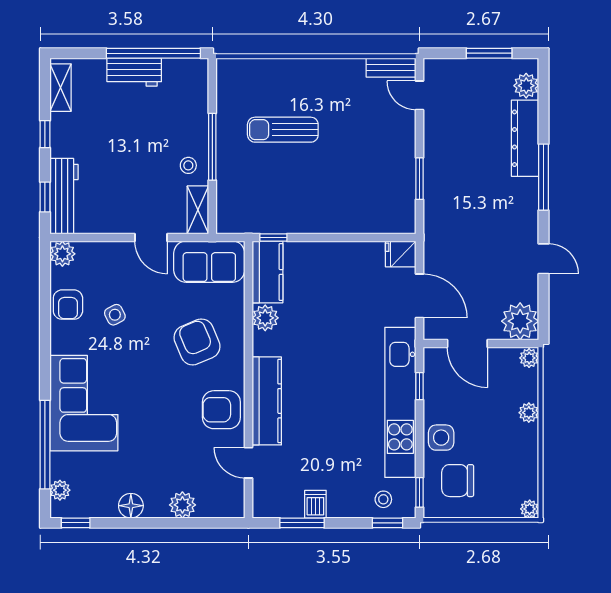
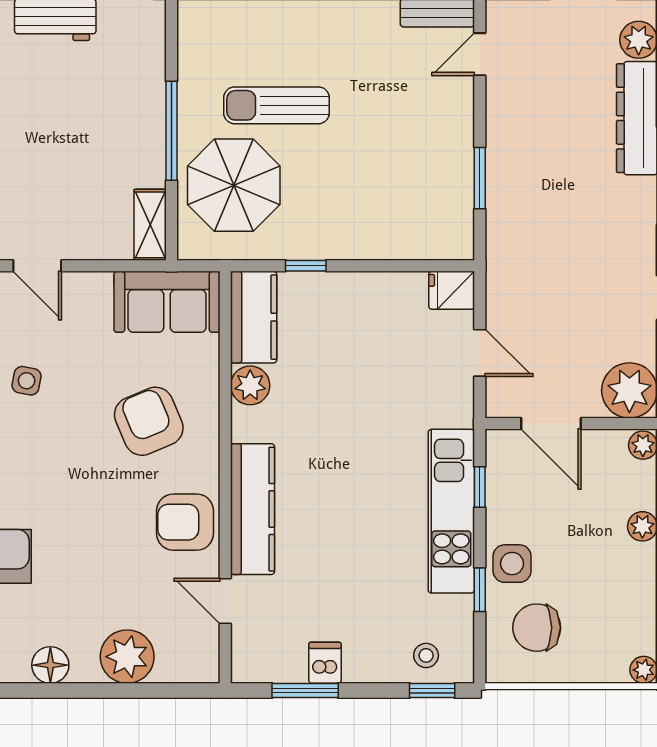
door: (419, 95) -> (480, 54), hinge flipped
stool: (188, 165) -> (136, 159), removed
parasol: (254, 183) -> (234, 185), added
door: (151, 238) -> (37, 266), moved
window: (273, 238) -> (306, 266), moved
door: (419, 296) -> (480, 353), width x0.73
side table: (115, 315) -> (27, 381), turned 38
kitchen unit: (400, 402) -> (451, 511), width x0.73
window: (419, 492) -> (480, 590), moved
plant: (182, 505) -> (127, 657), width x1.36, depth x1.36

